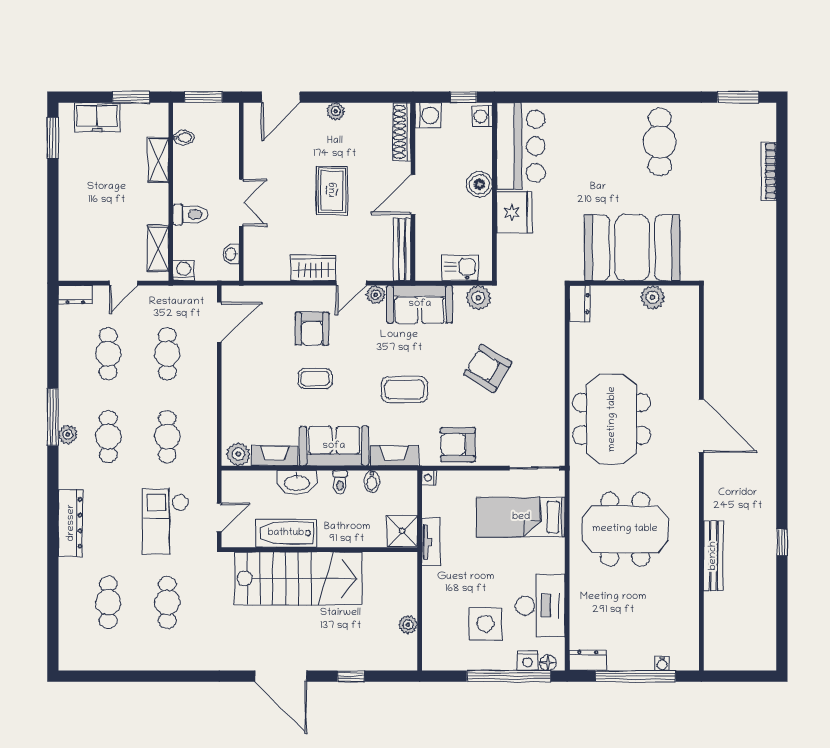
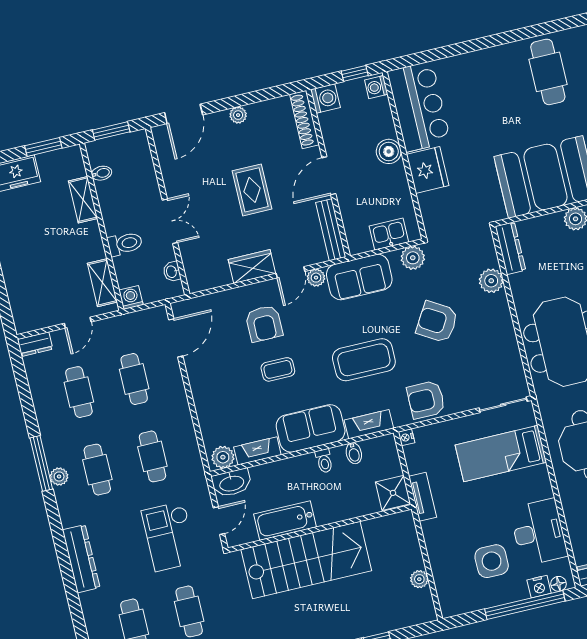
dresser: (580, 303) -> (510, 248), width x1.44
plant: (552, 340) -> (491, 281), added
coffee table: (404, 389) -> (364, 360), width x1.36, depth x1.32
washbasin: (297, 482) -> (232, 483), moved

